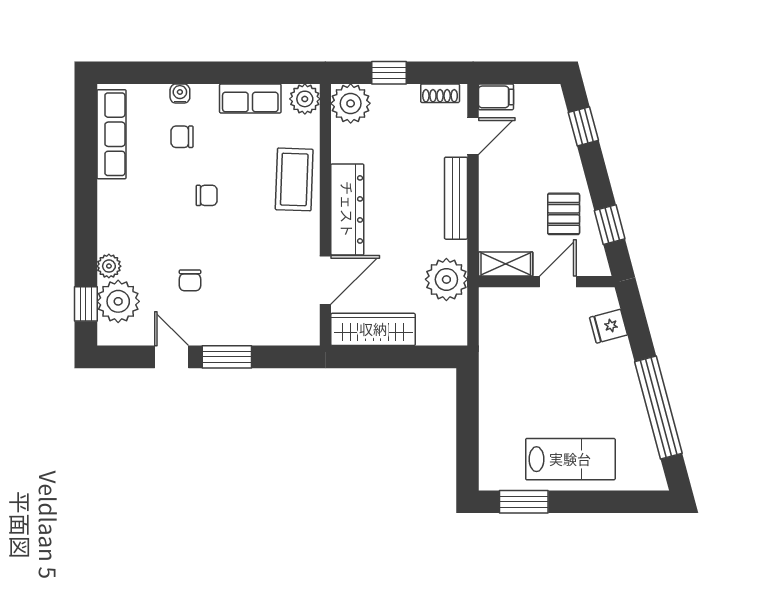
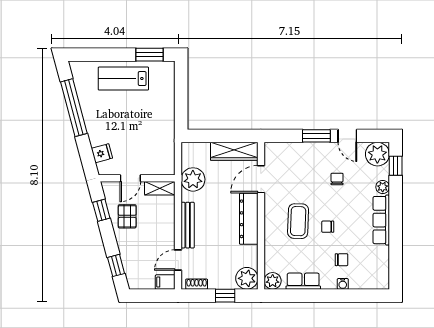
row of seats: (111, 134) -> (381, 220), moved
coffee table: (294, 179) -> (298, 221), moved
plant: (118, 301) -> (377, 154), moved

